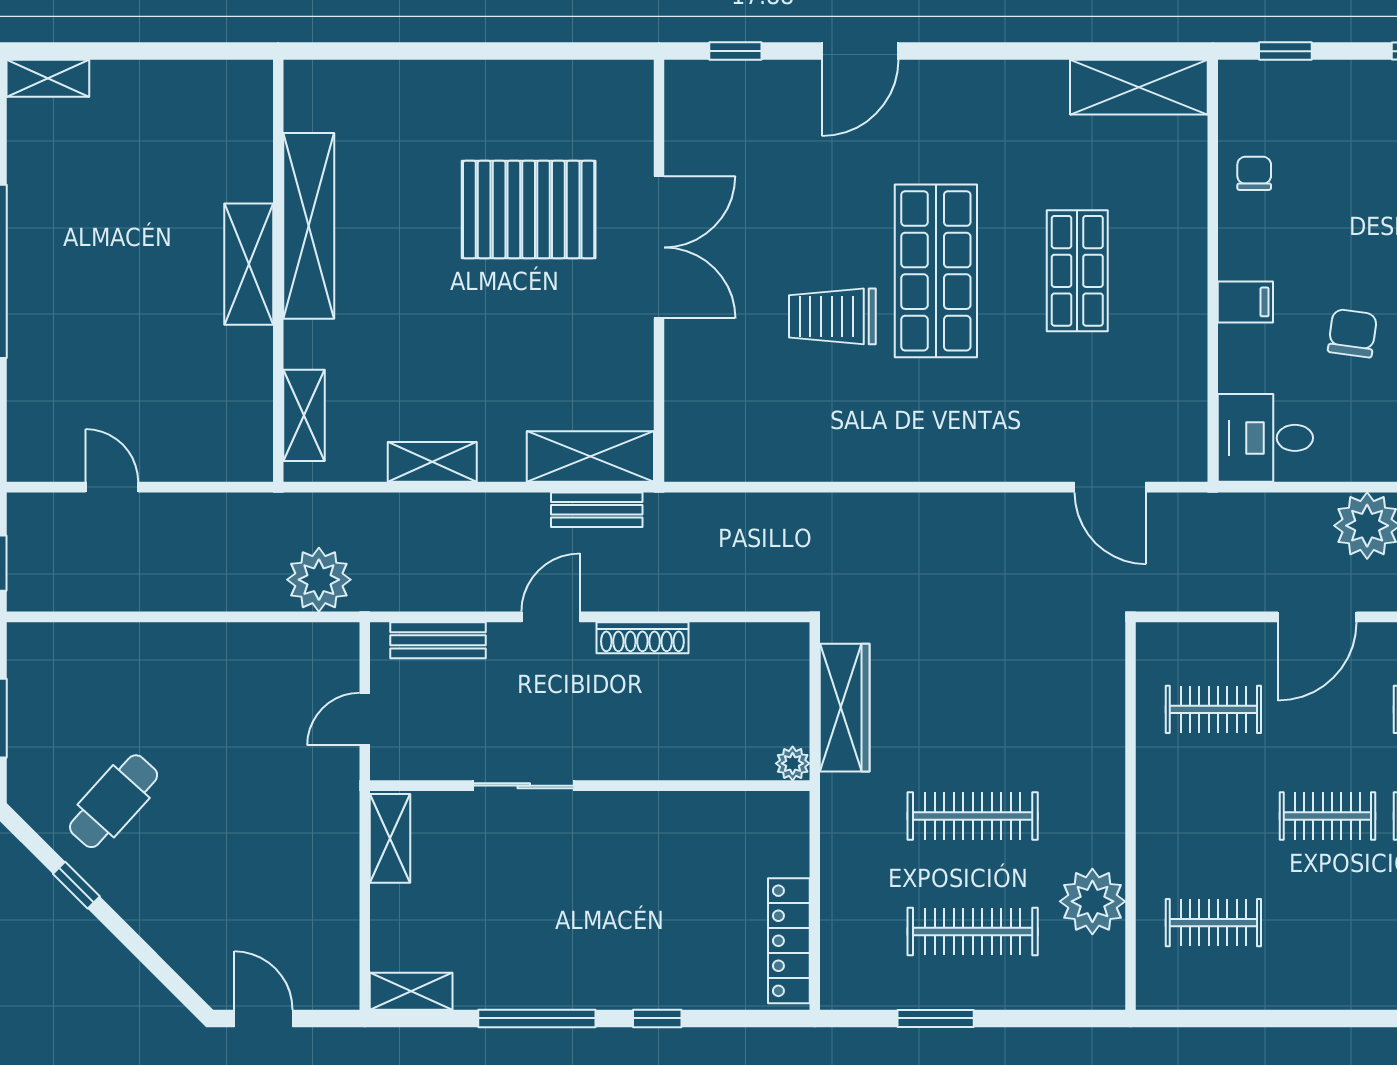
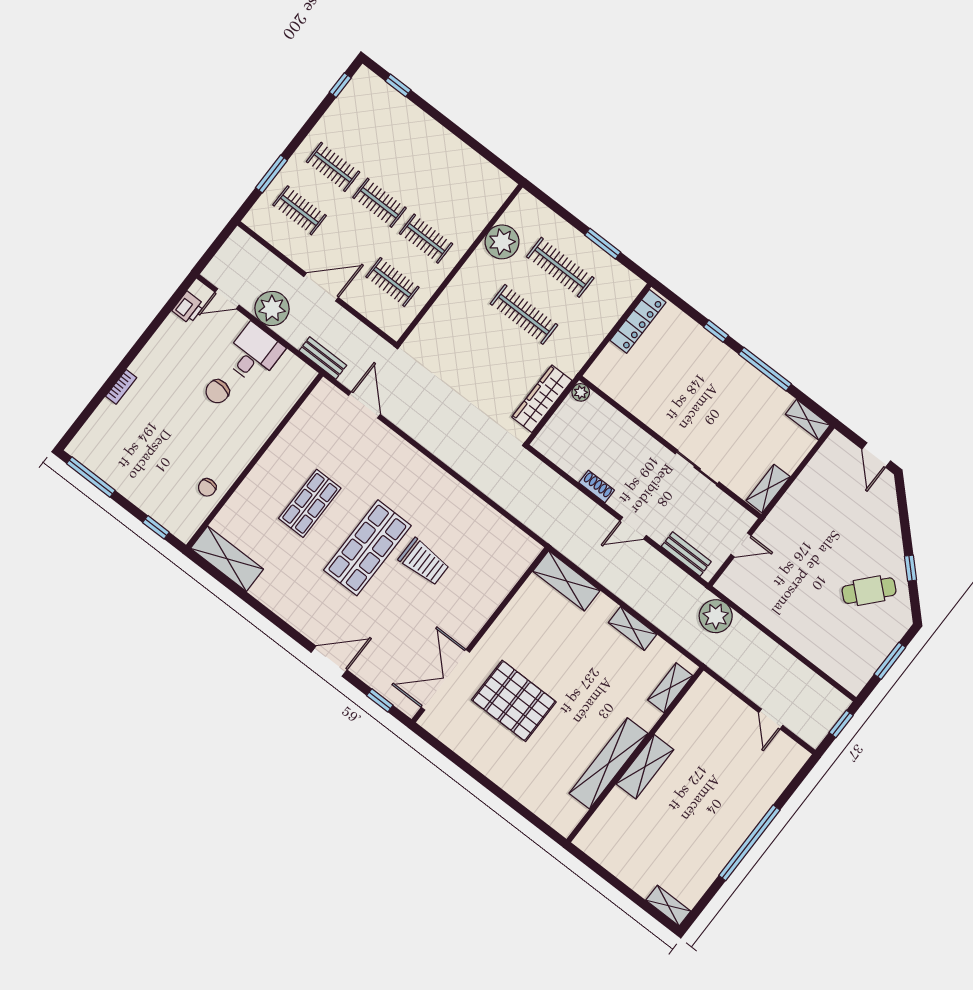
double door: (659, 247) -> (445, 680), moved
filing cabinet: (1245, 302) -> (251, 438), removed
desk: (1265, 438) -> (254, 354), moved, turned -90
bench: (597, 510) -> (323, 358), moved
shoe rack: (642, 638) -> (597, 486), width x0.70
clothes rail: (1213, 923) -> (426, 239), moved

